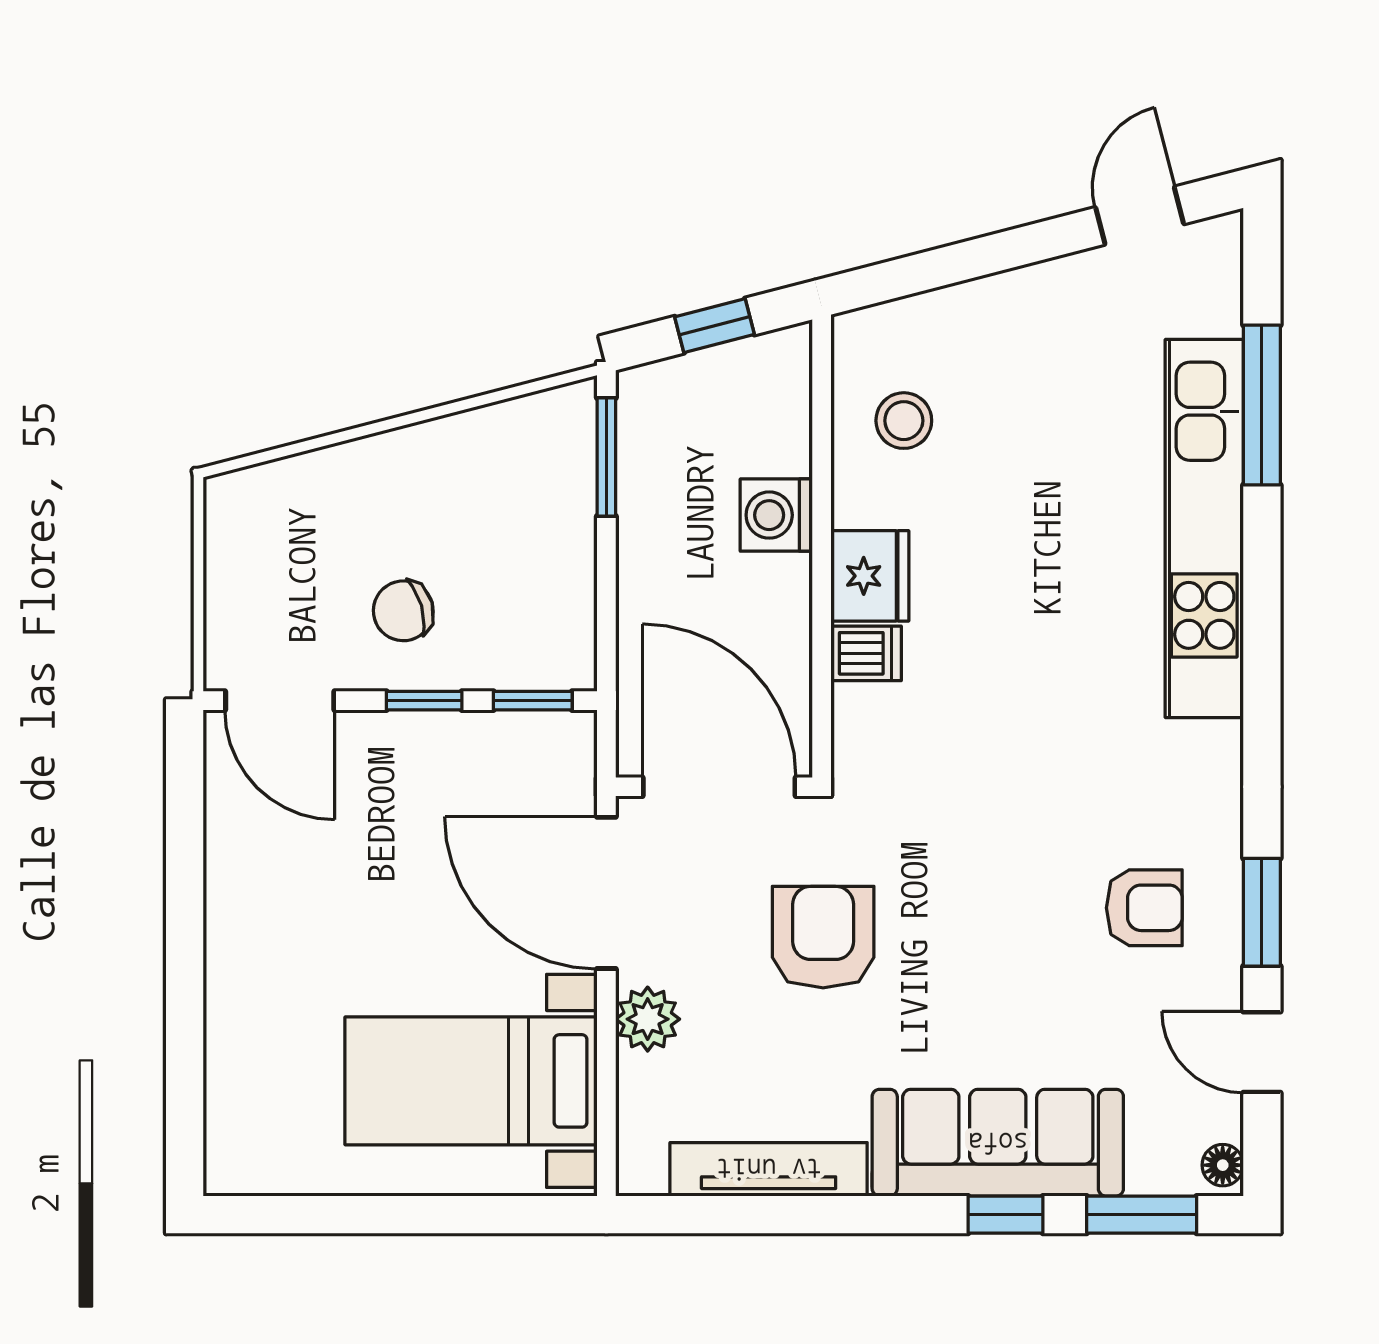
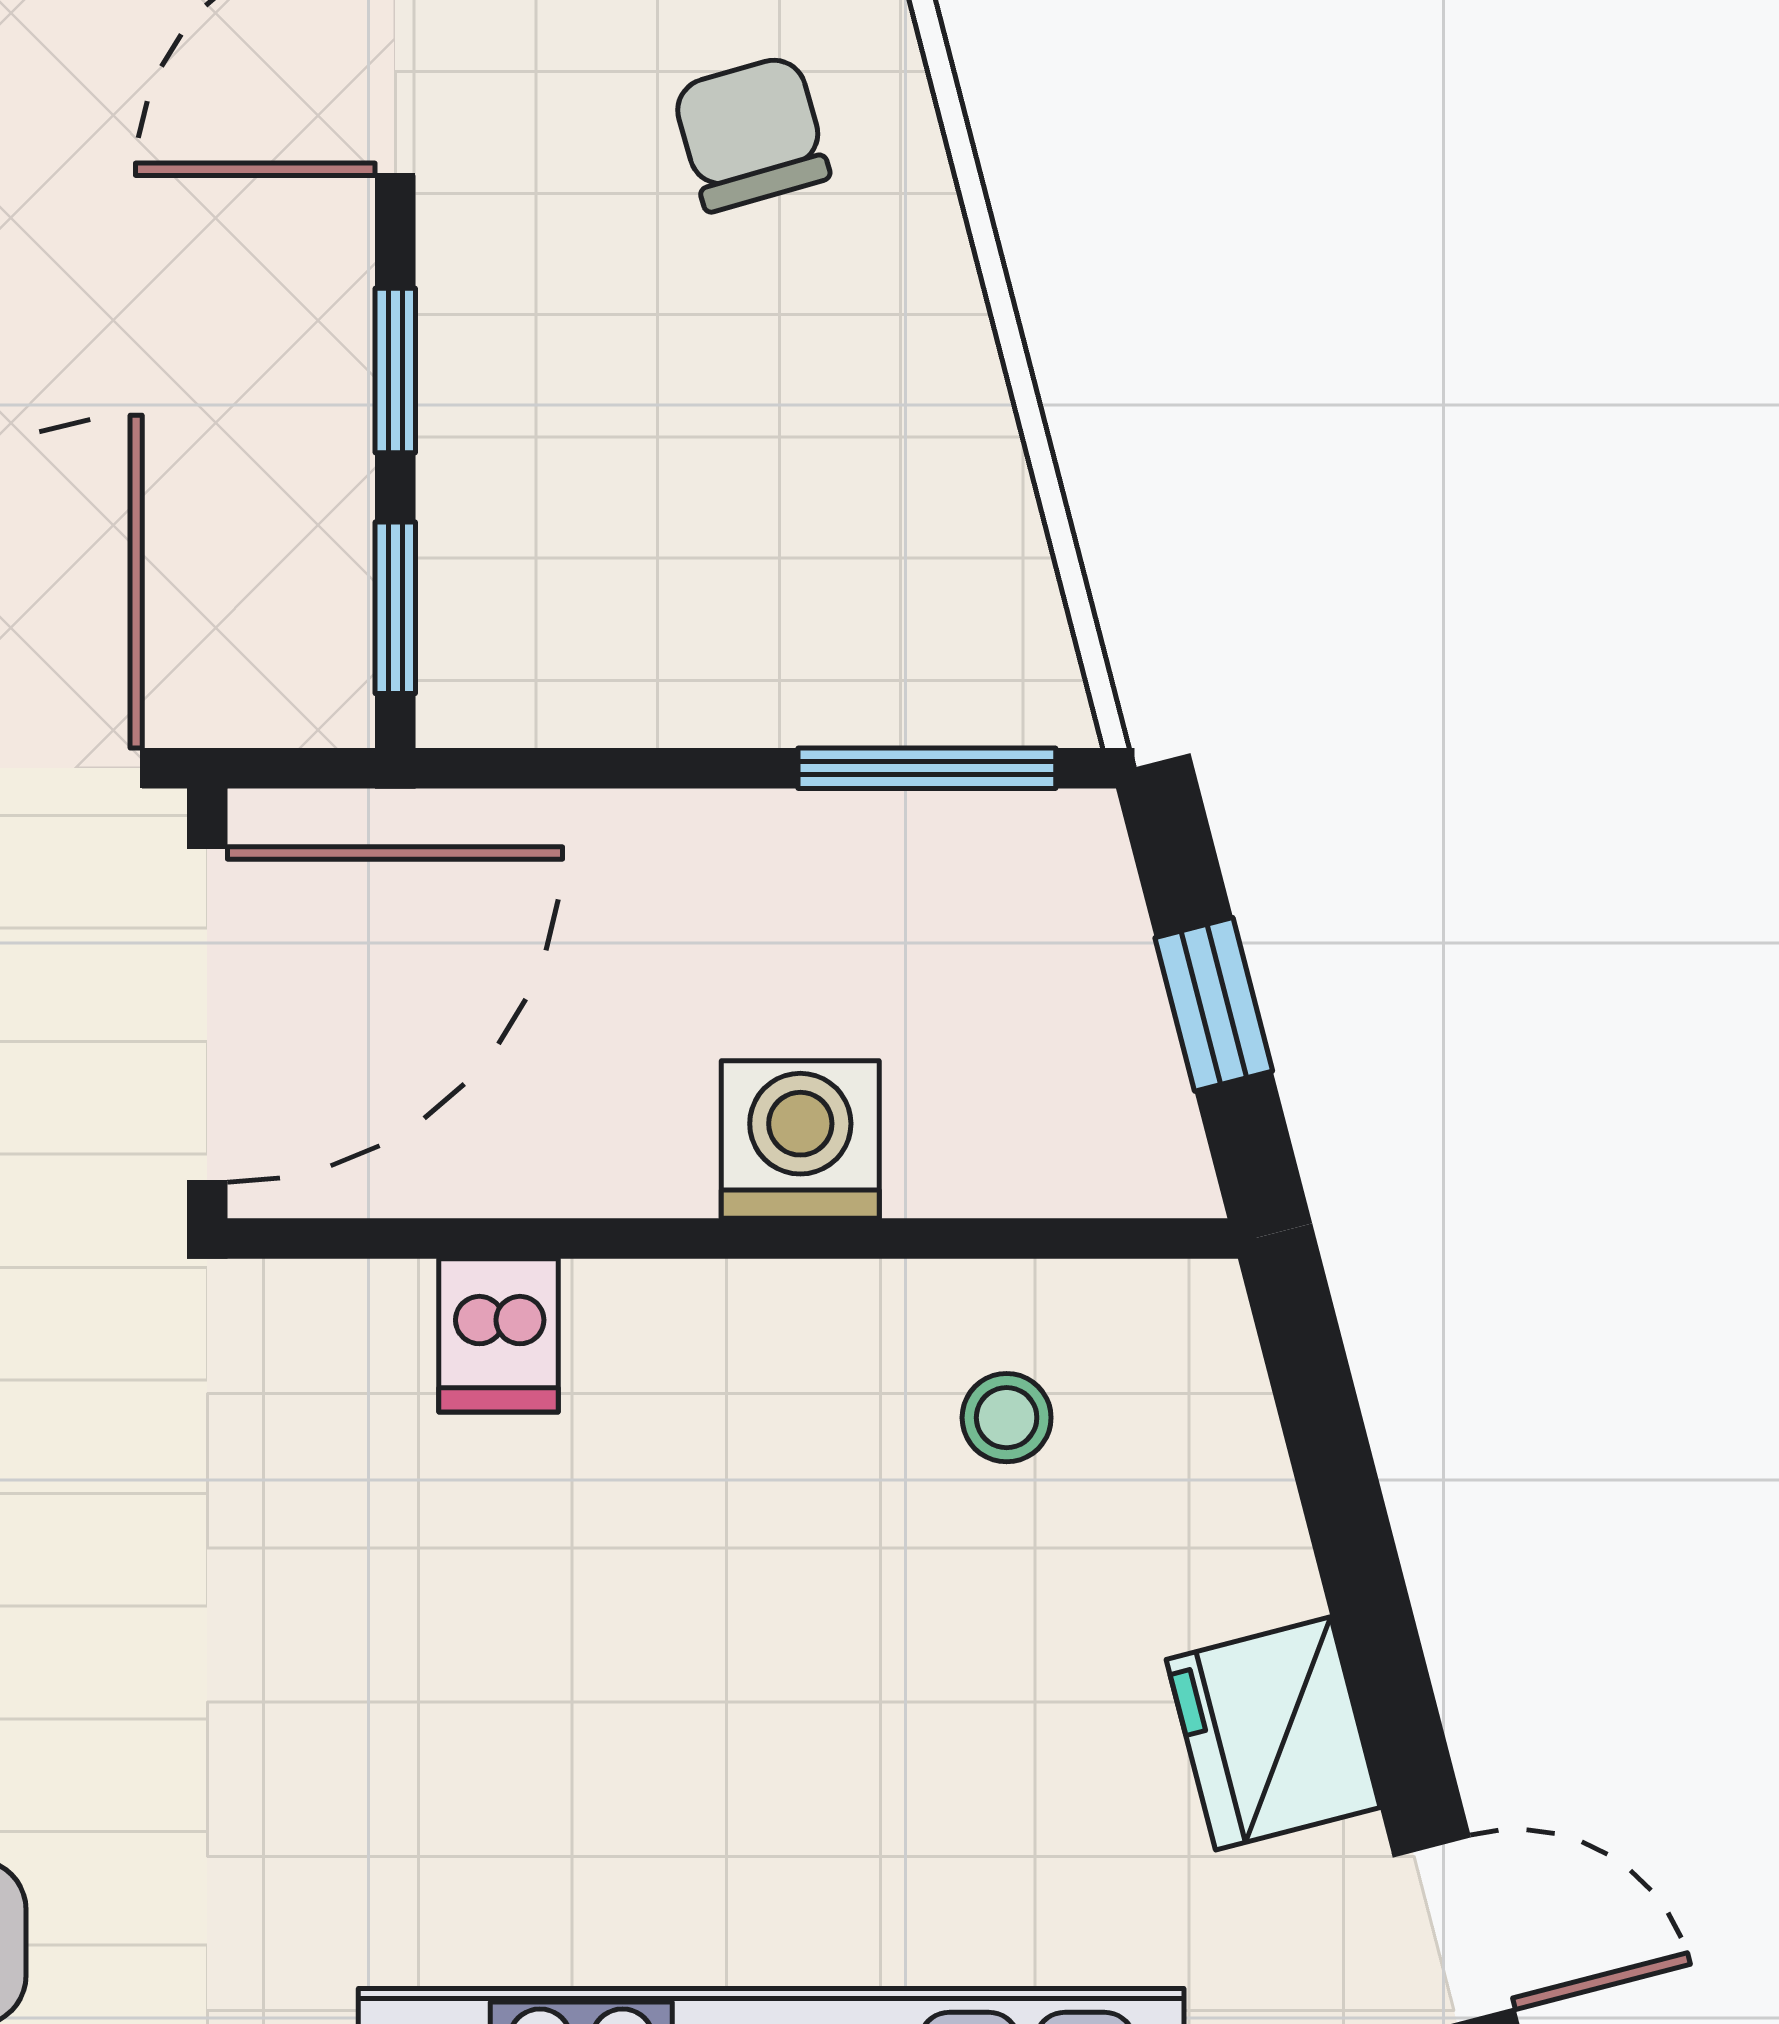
stool: (904, 421) -> (1007, 1418), width x0.73, depth x0.73
fridge: (870, 576) -> (1273, 1733), moved, turned 75
chair: (403, 611) -> (751, 133), moved

